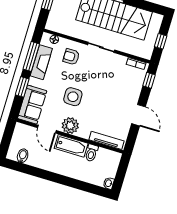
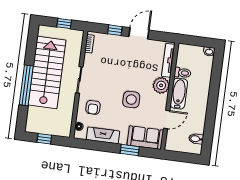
window: (31, 56) -> (99, 146), removed
window: (149, 80) -> (115, 30), moved
plant: (70, 126) -> (161, 85), moved

